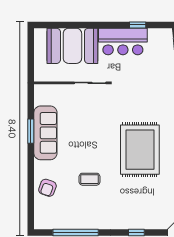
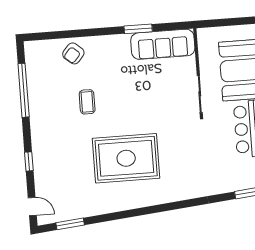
sofa: (45, 133) -> (163, 44), moved
armchair: (47, 188) -> (73, 53), turned -69

